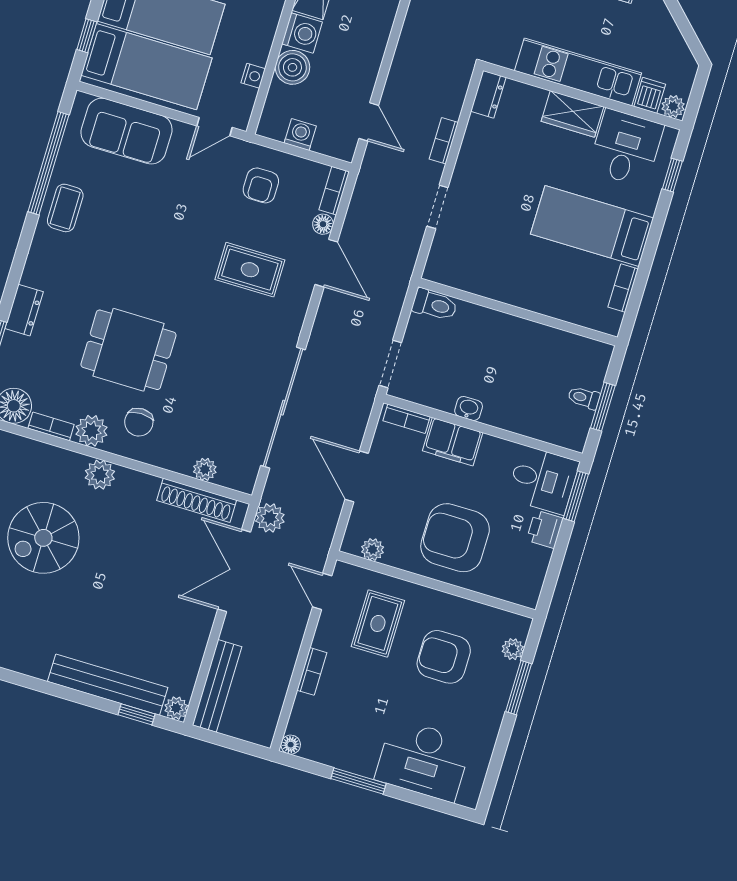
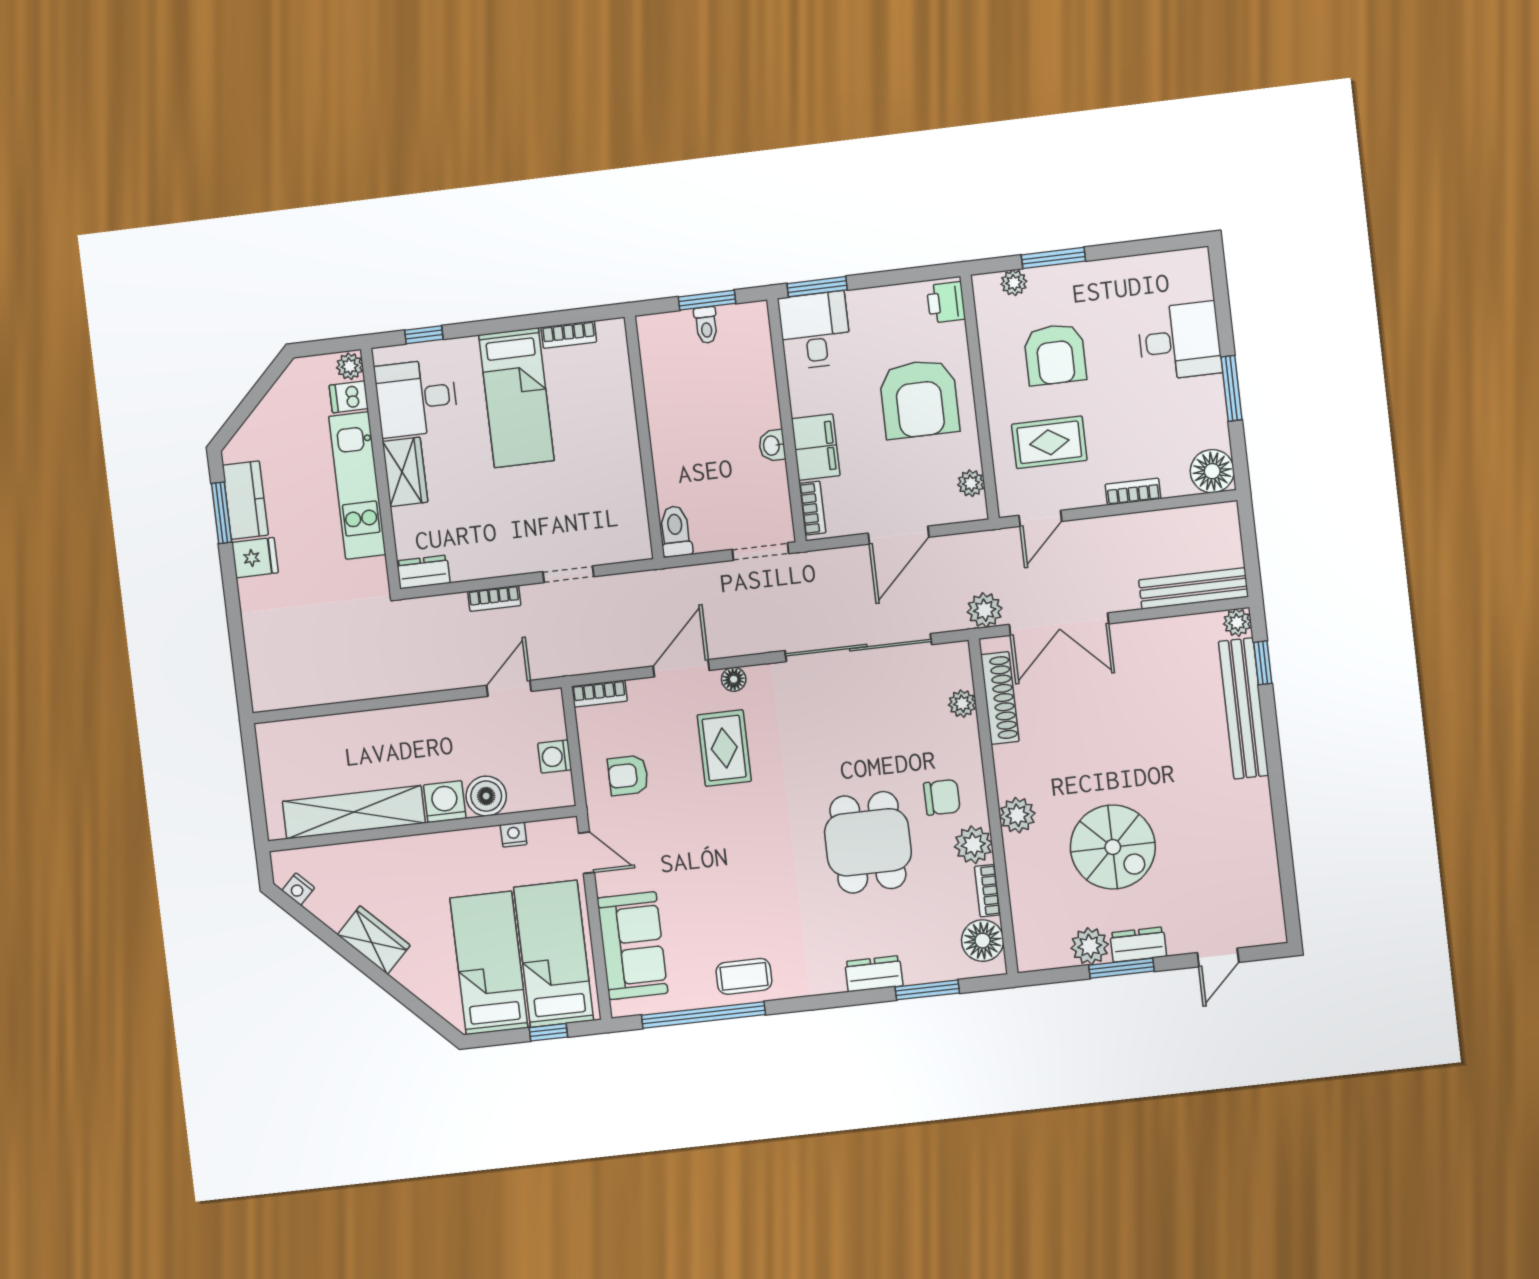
armchair: (261, 185) -> (628, 775), turned 180
floor lamp: (323, 224) -> (734, 679), moved
printer: (545, 529) -> (946, 302), moved, turned 90
floor lamp: (291, 745) -> (1212, 471), width x1.89, depth x1.89
desk: (423, 760) -> (1180, 341), width x0.73

